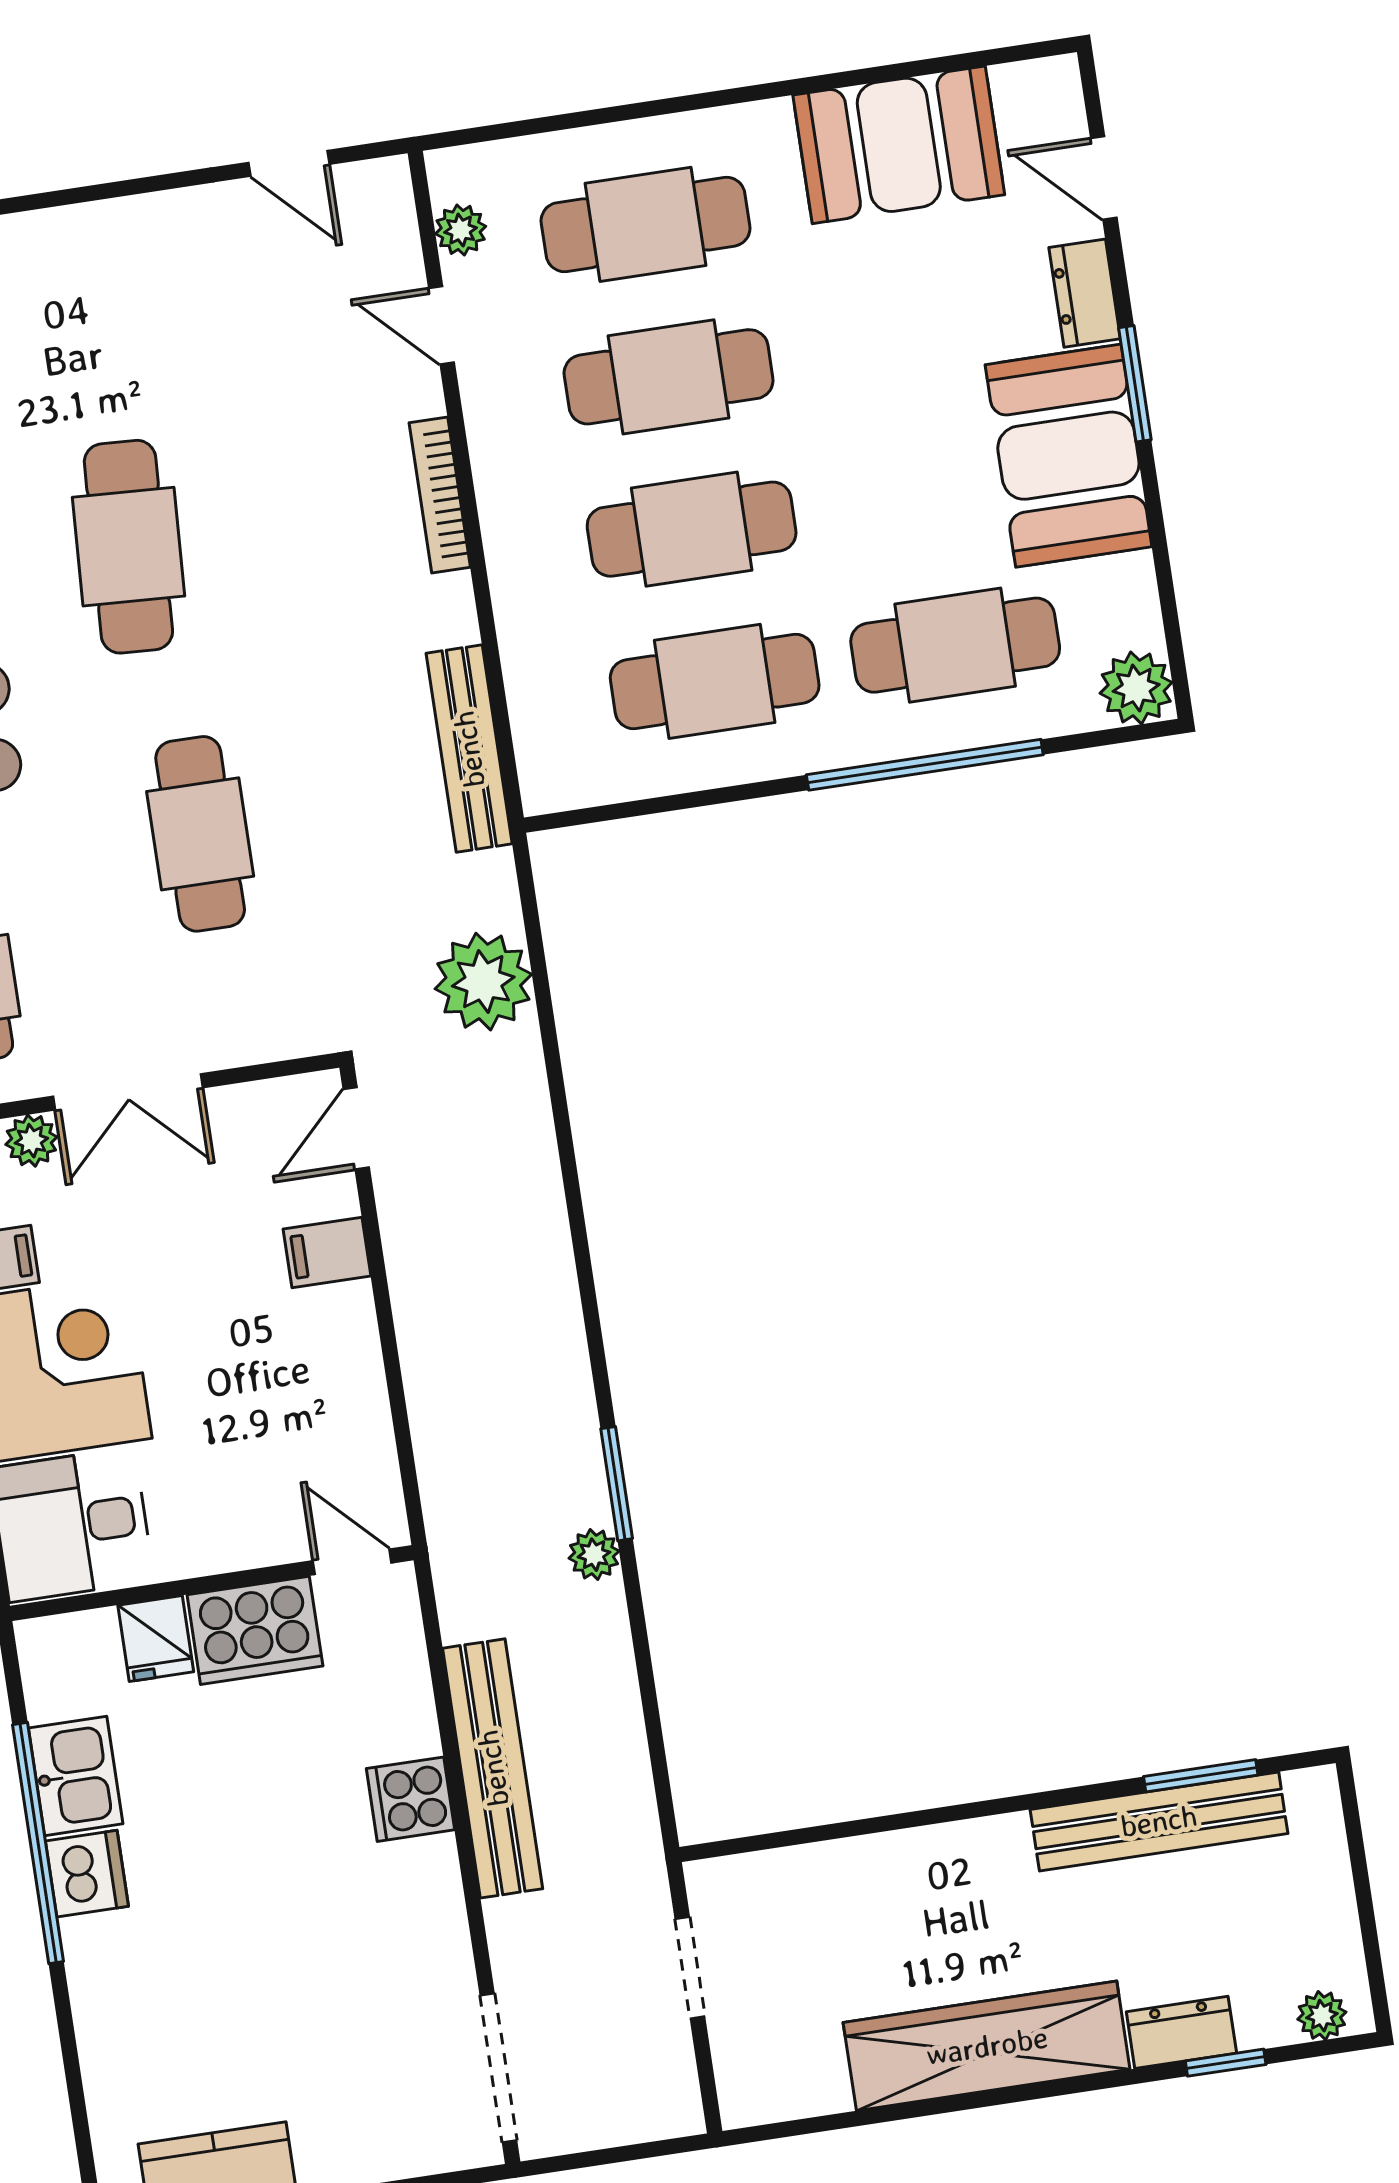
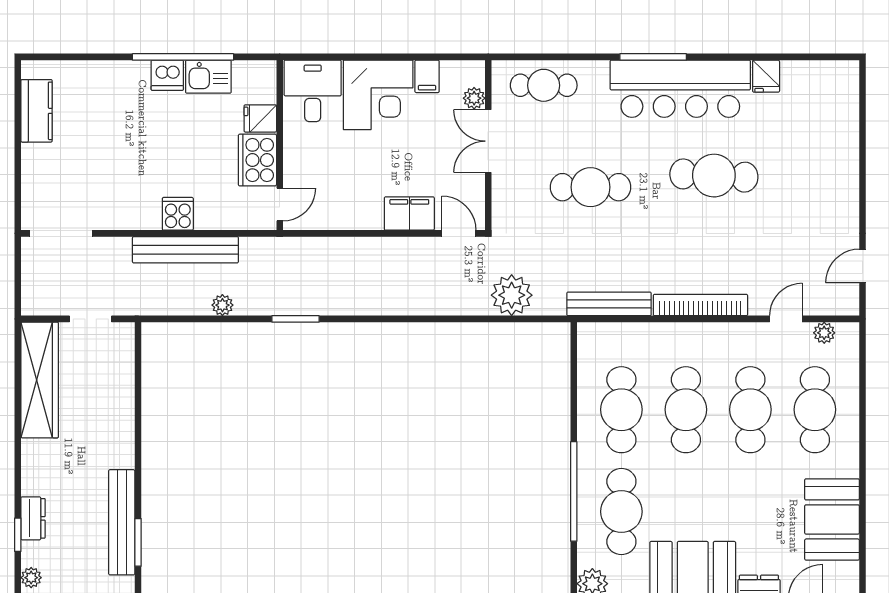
bookcase: (440, 495) -> (700, 305), width x1.48, depth x1.31
filing cabinet: (327, 1253) -> (409, 214), width x2.00
plant: (594, 1555) -> (222, 305), moved
wardrobe: (987, 2046) -> (40, 380), moved

